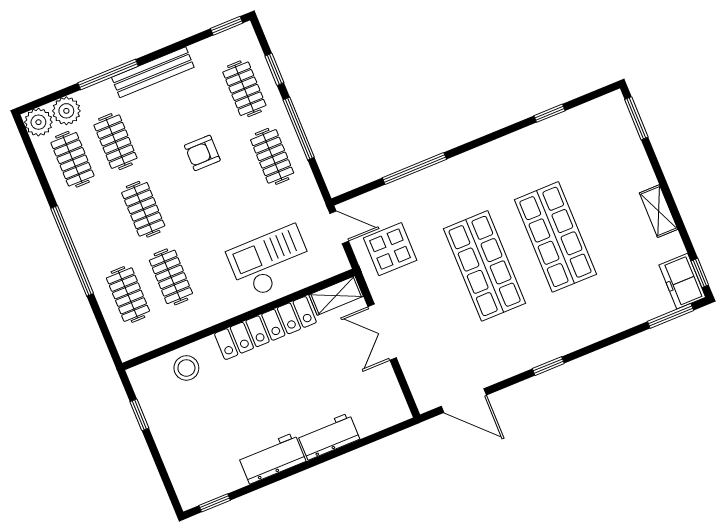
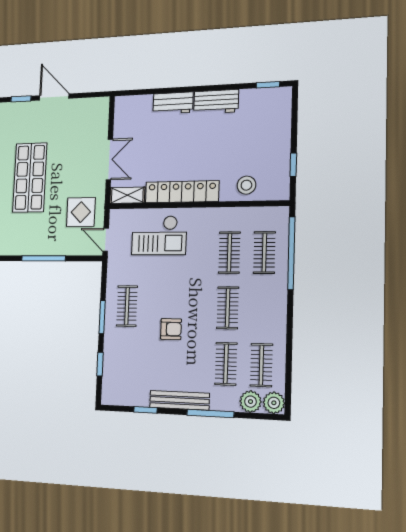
window: (227, 26) -> (145, 410), moved
clothes rail: (244, 89) -> (125, 360), removed
window: (299, 129) -> (102, 317), width x0.69
window: (72, 251) -> (291, 253), moved
door: (464, 401) -> (54, 97), moved

